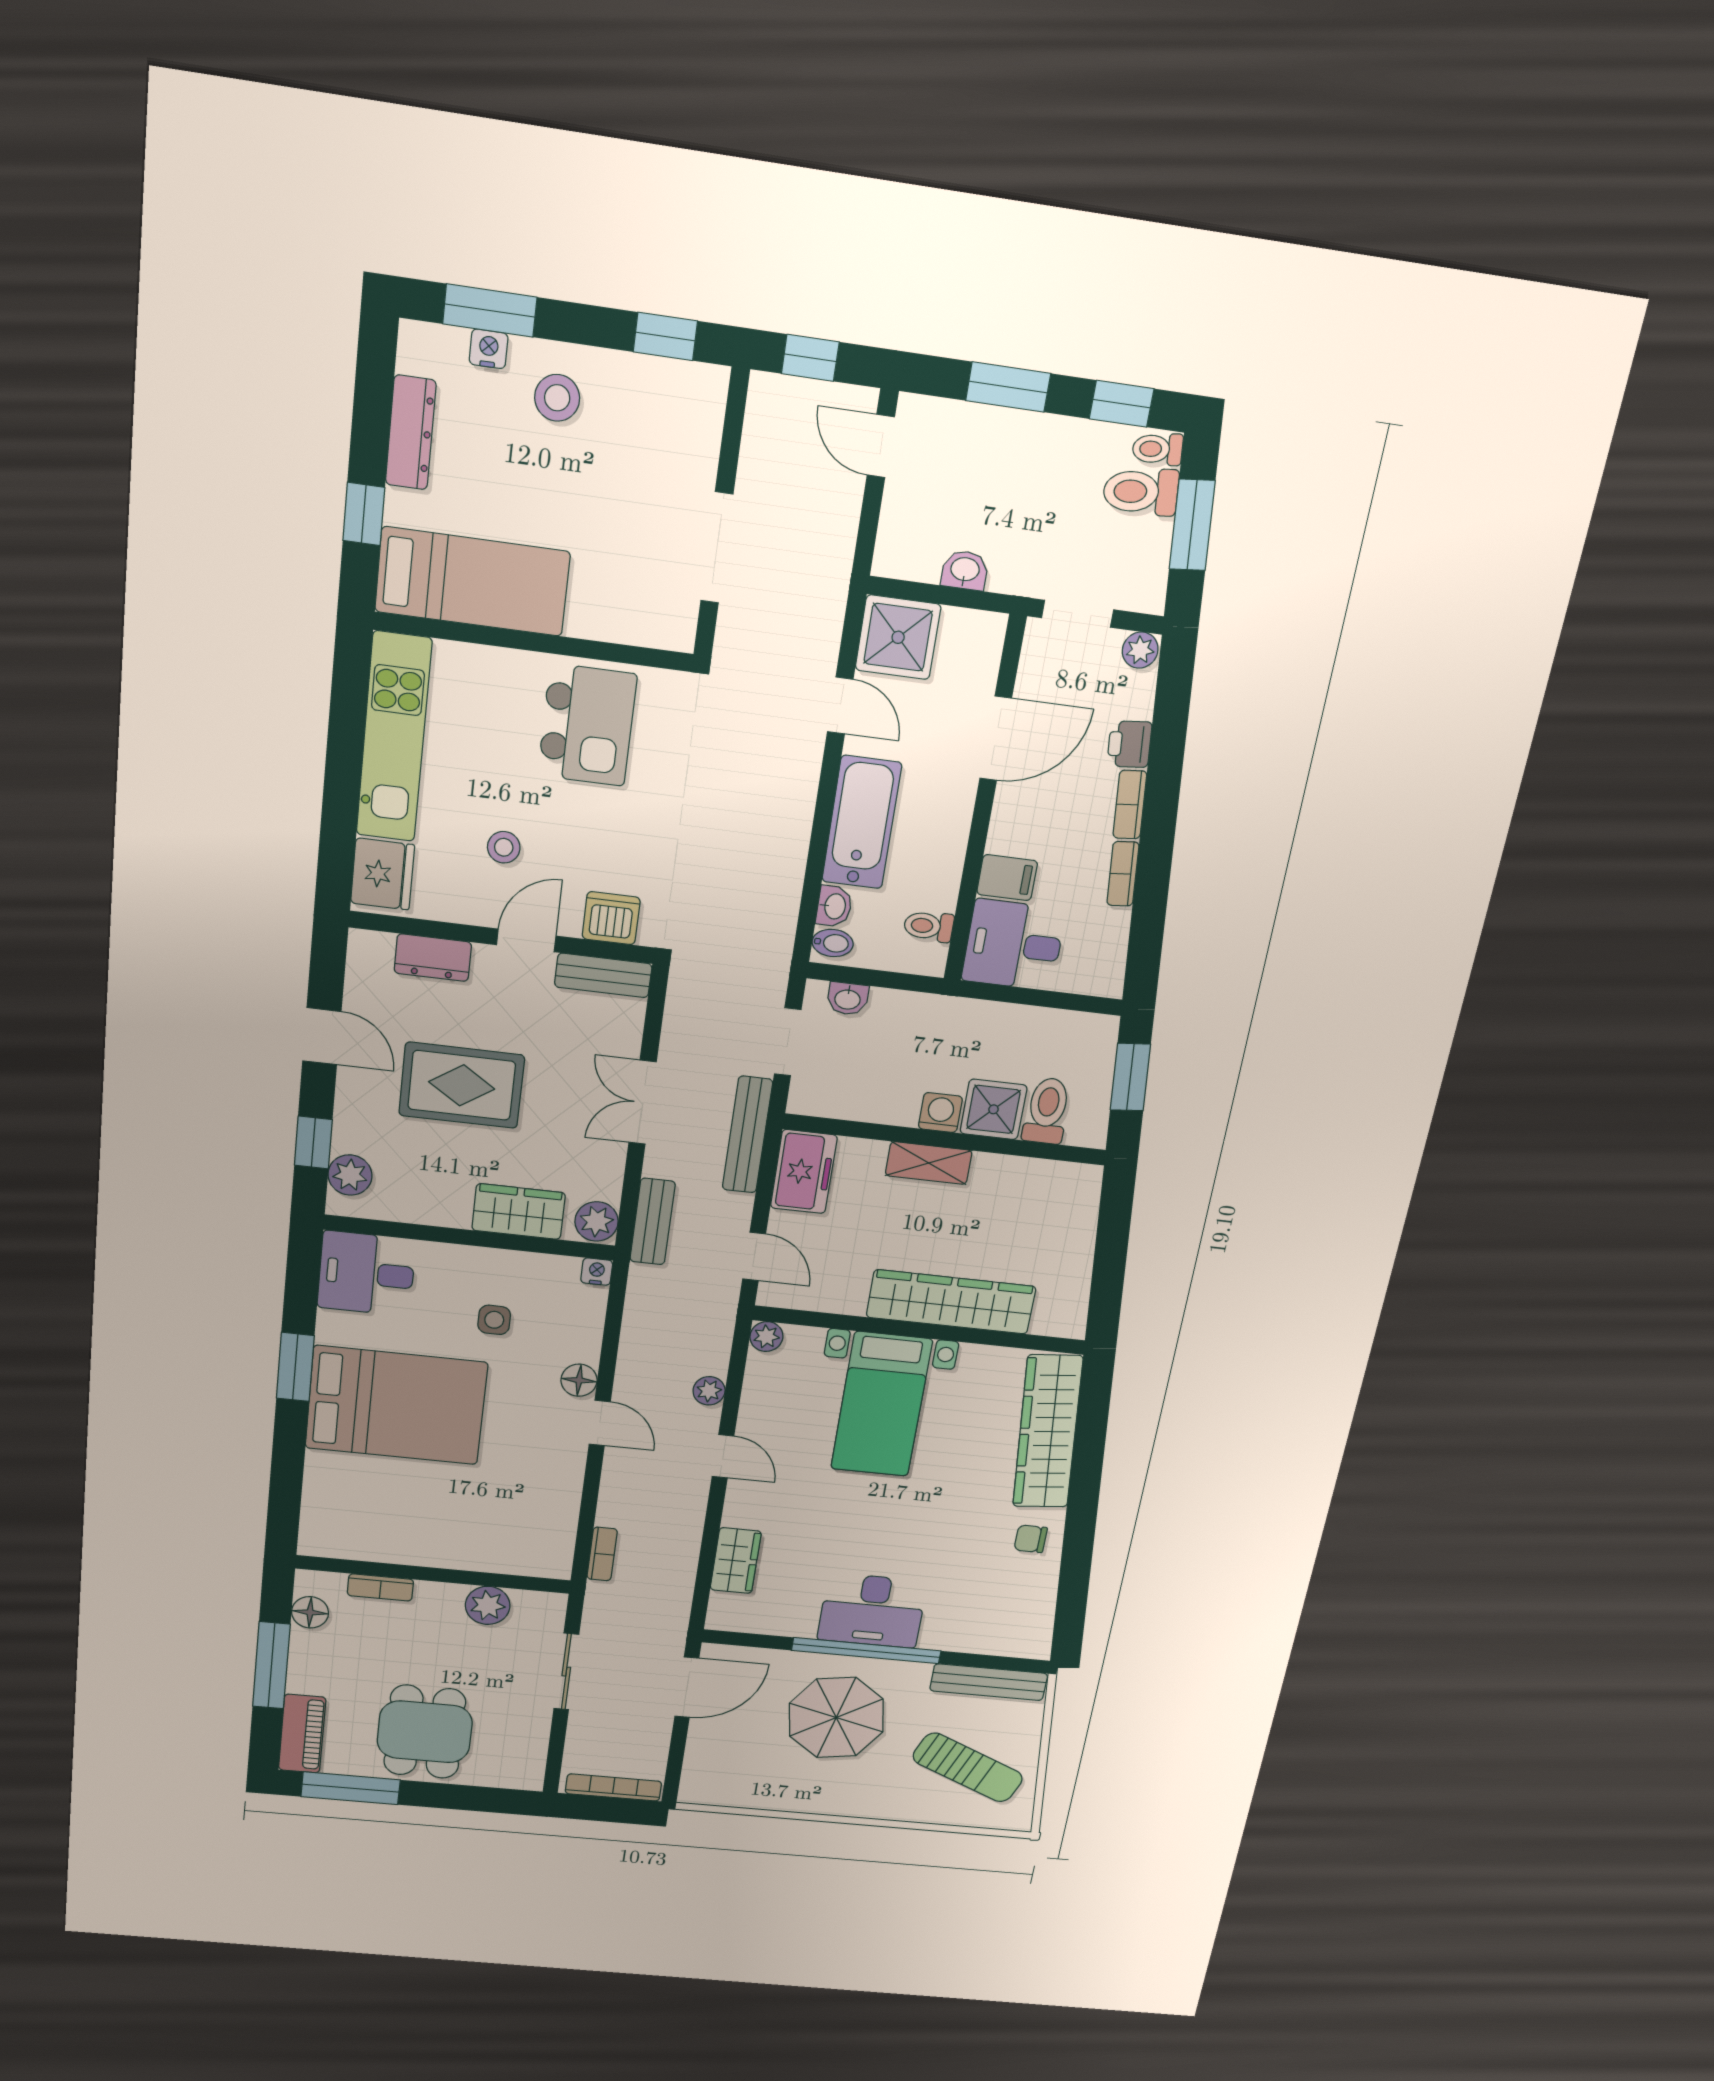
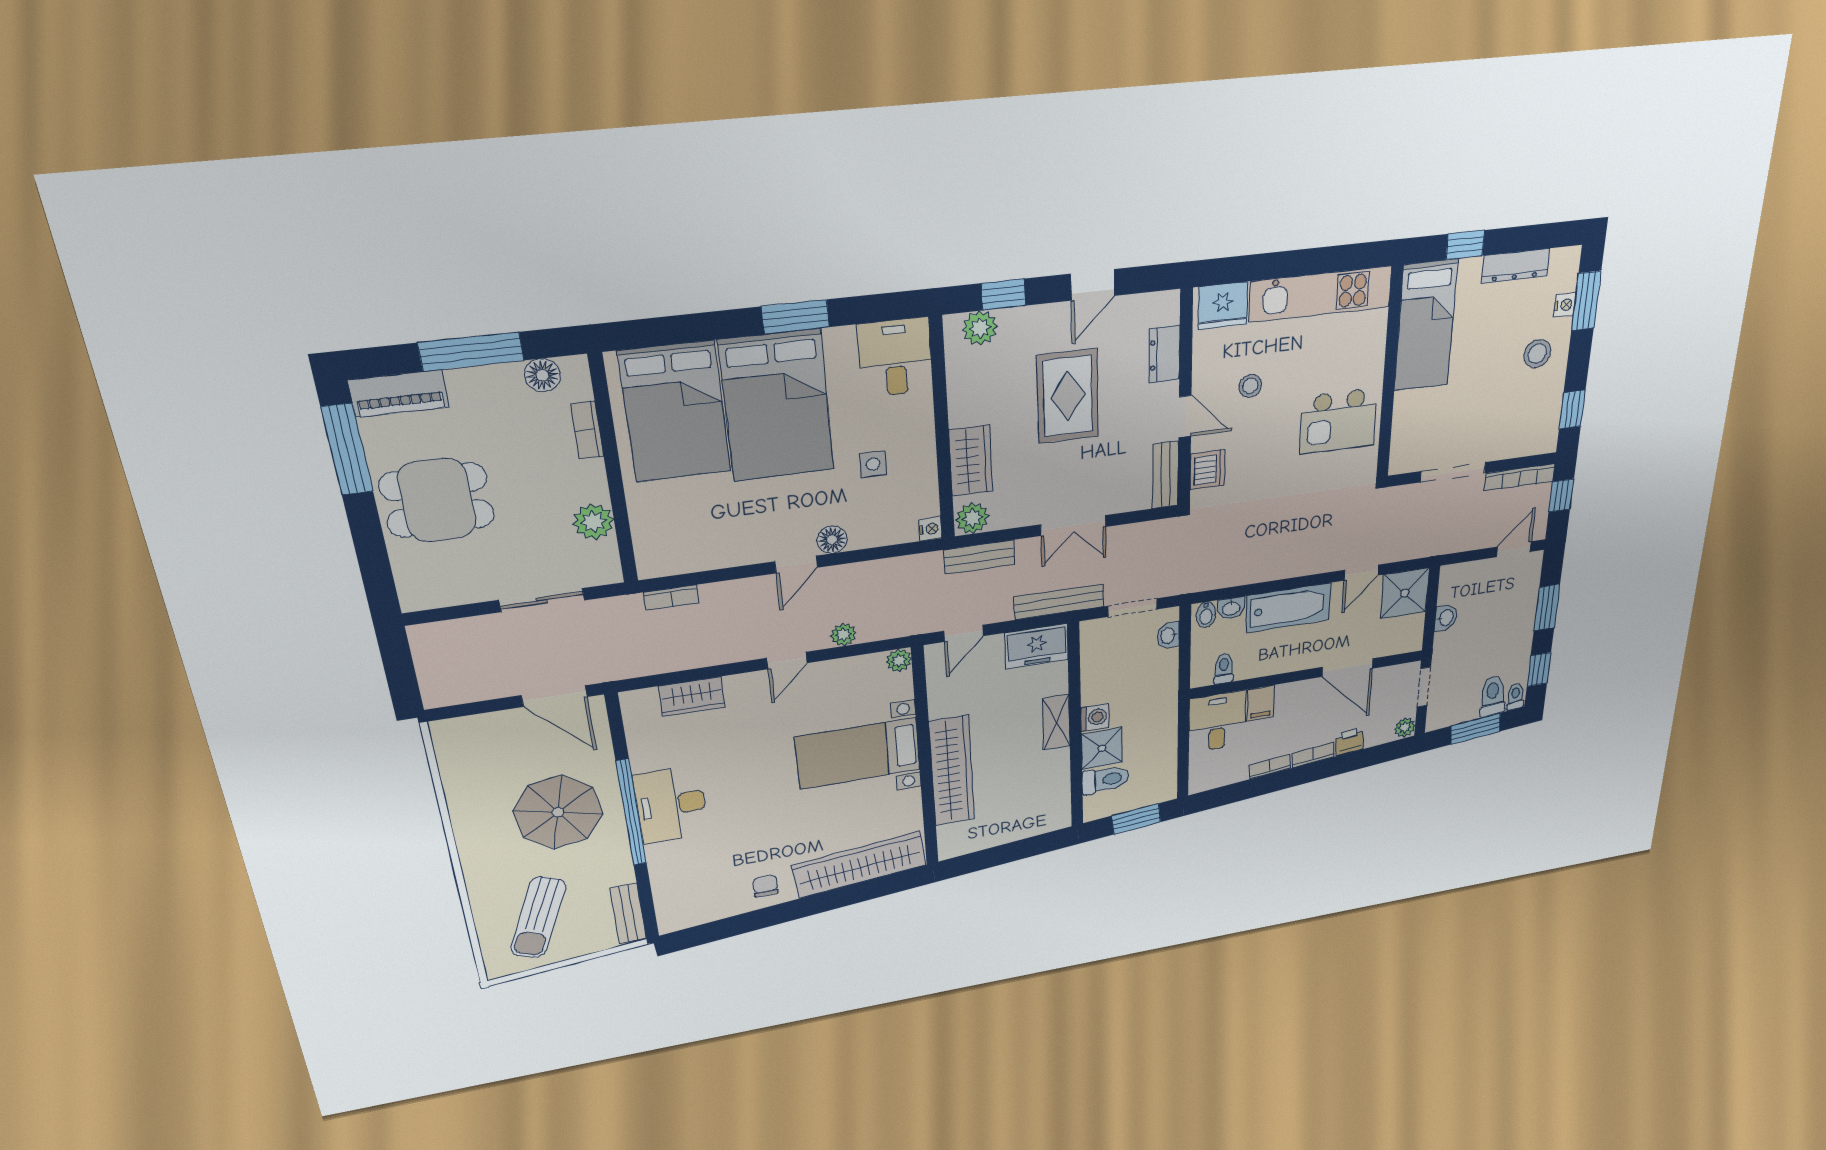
double door: (643, 1102) -> (1073, 526), swing flipped
bed: (379, 1504) -> (675, 412), added
bench: (989, 1682) -> (628, 914), width x0.73
bookcase: (613, 1787) -> (1520, 477), moved, turned 90

